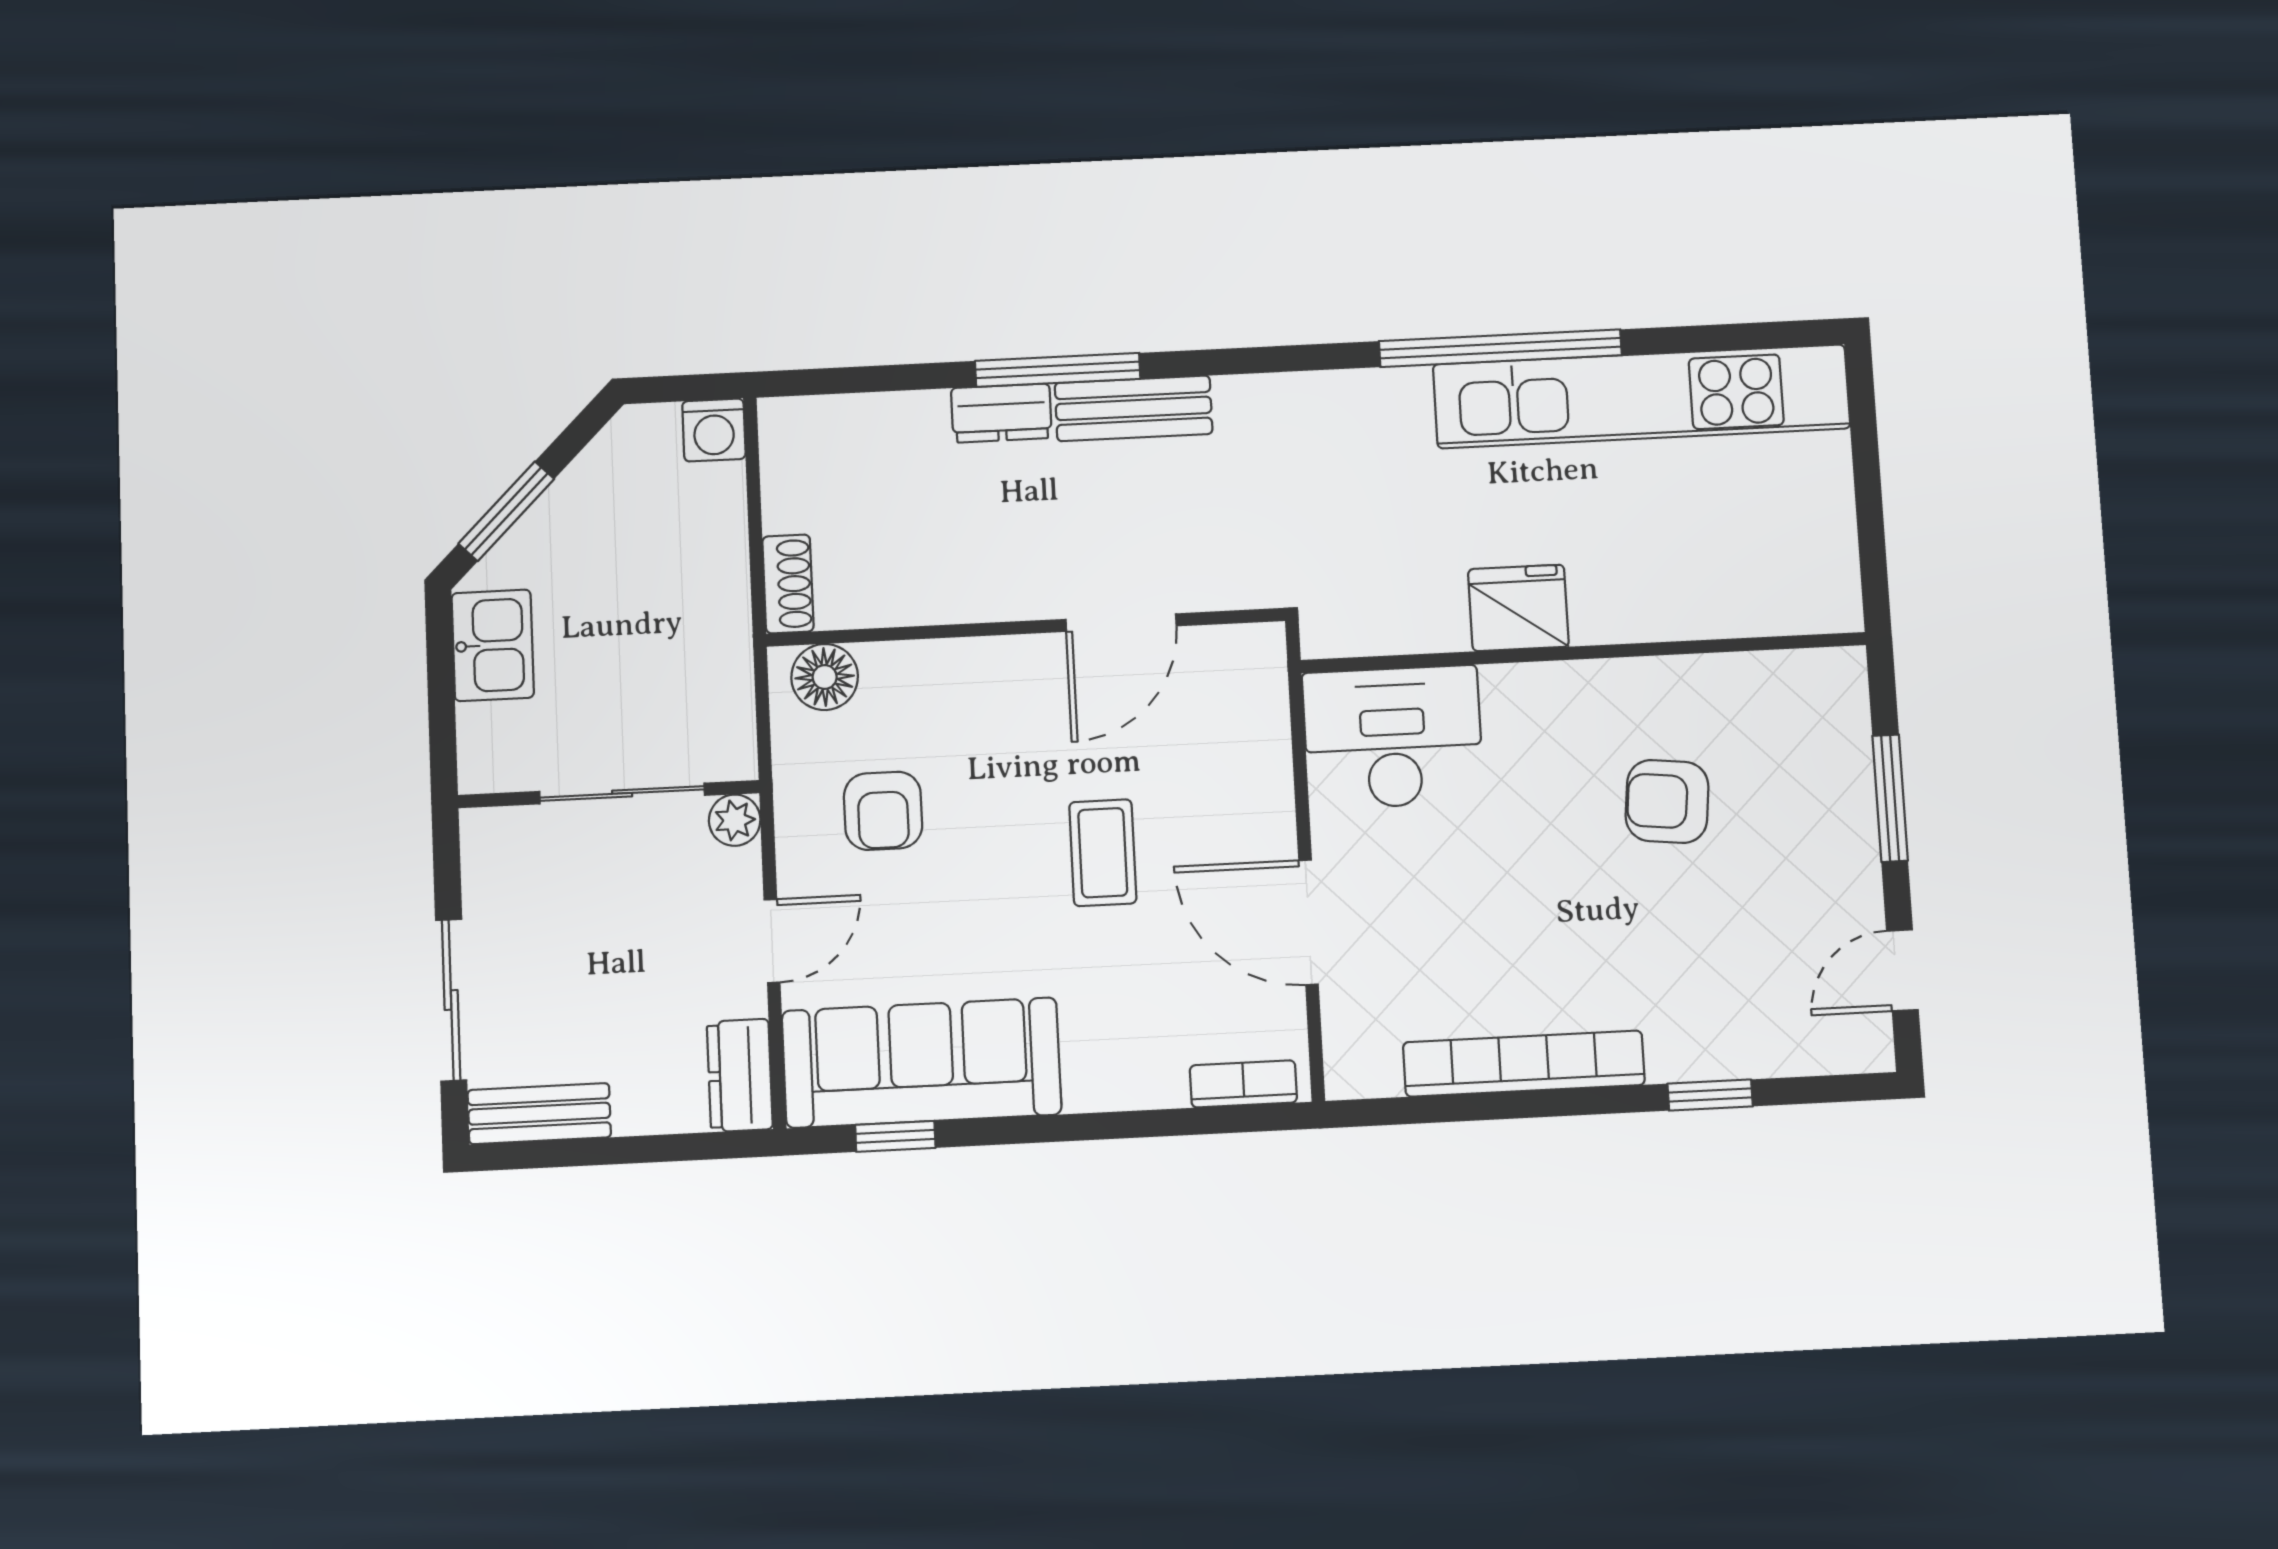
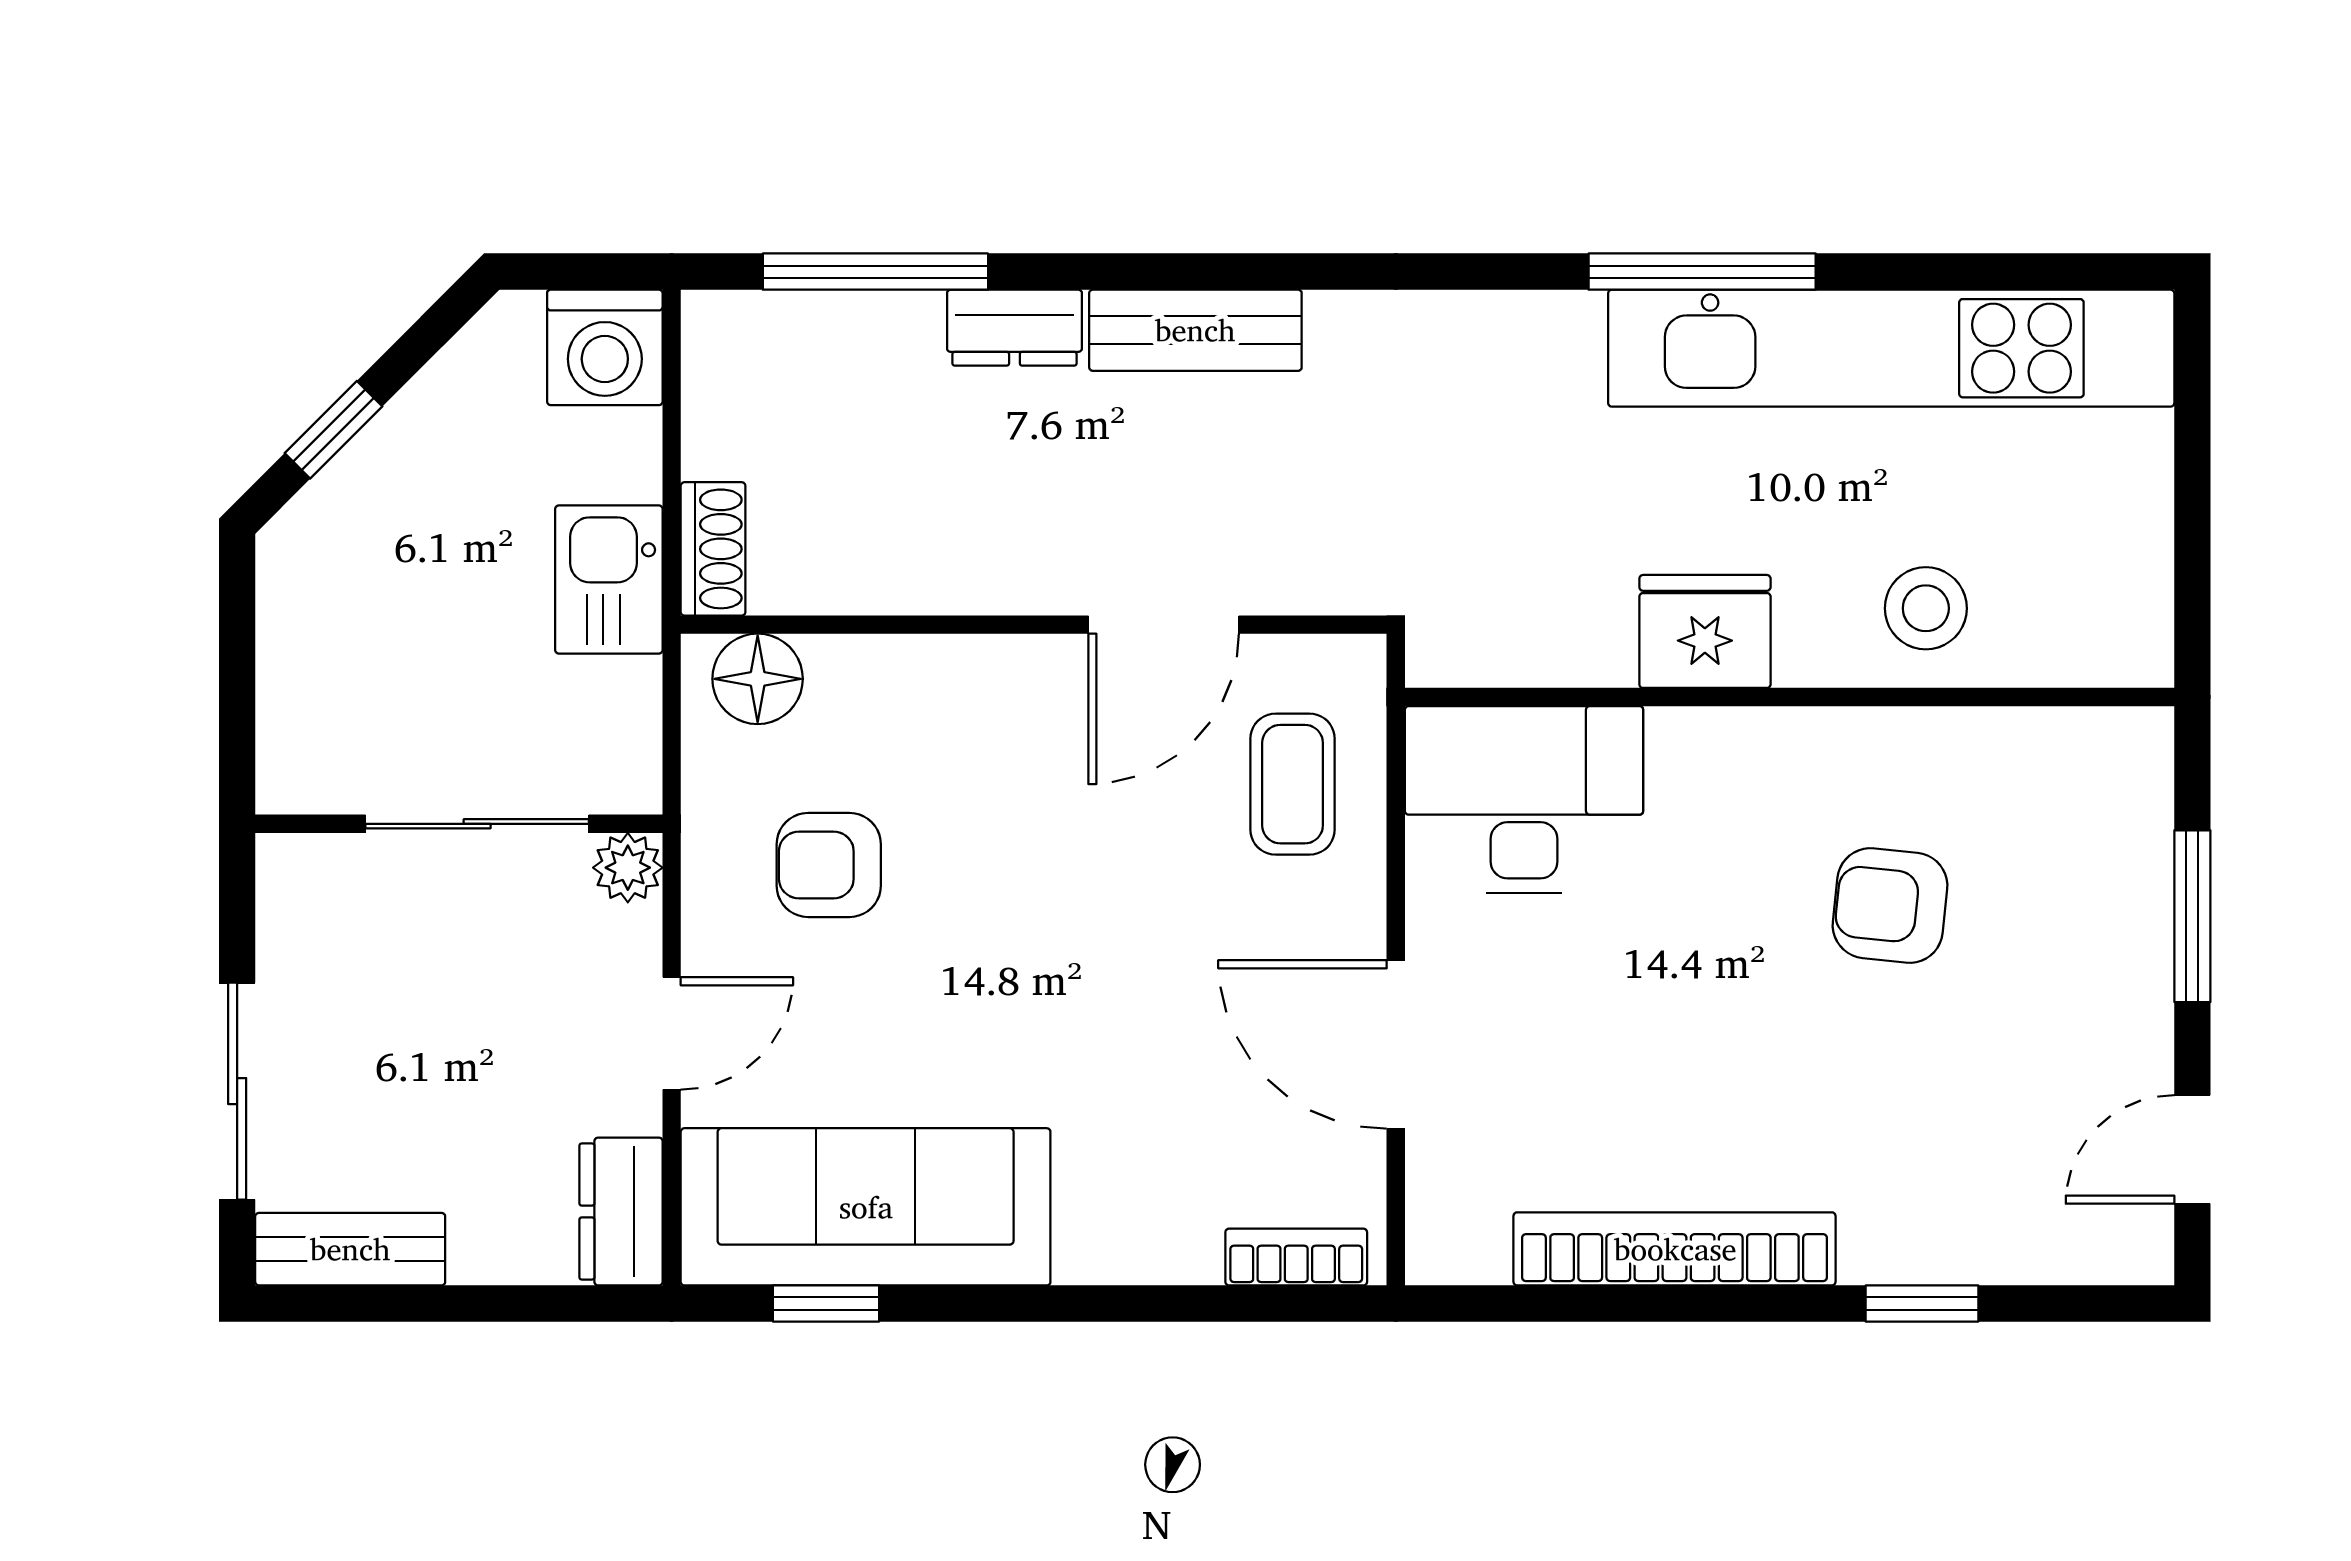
window: (1500, 348) -> (1702, 272), width x0.68
window: (1058, 370) -> (875, 272), moved
washing machine: (714, 430) -> (605, 347), width x1.38, depth x1.38
window: (506, 511) -> (334, 430), width x0.67
stool: (1679, 583) -> (1926, 608), added
kitchen sink: (493, 645) -> (609, 579), moved, turned 180
armchair: (883, 811) -> (829, 865), turned 90
coffee table: (1103, 853) -> (1293, 784), moved

